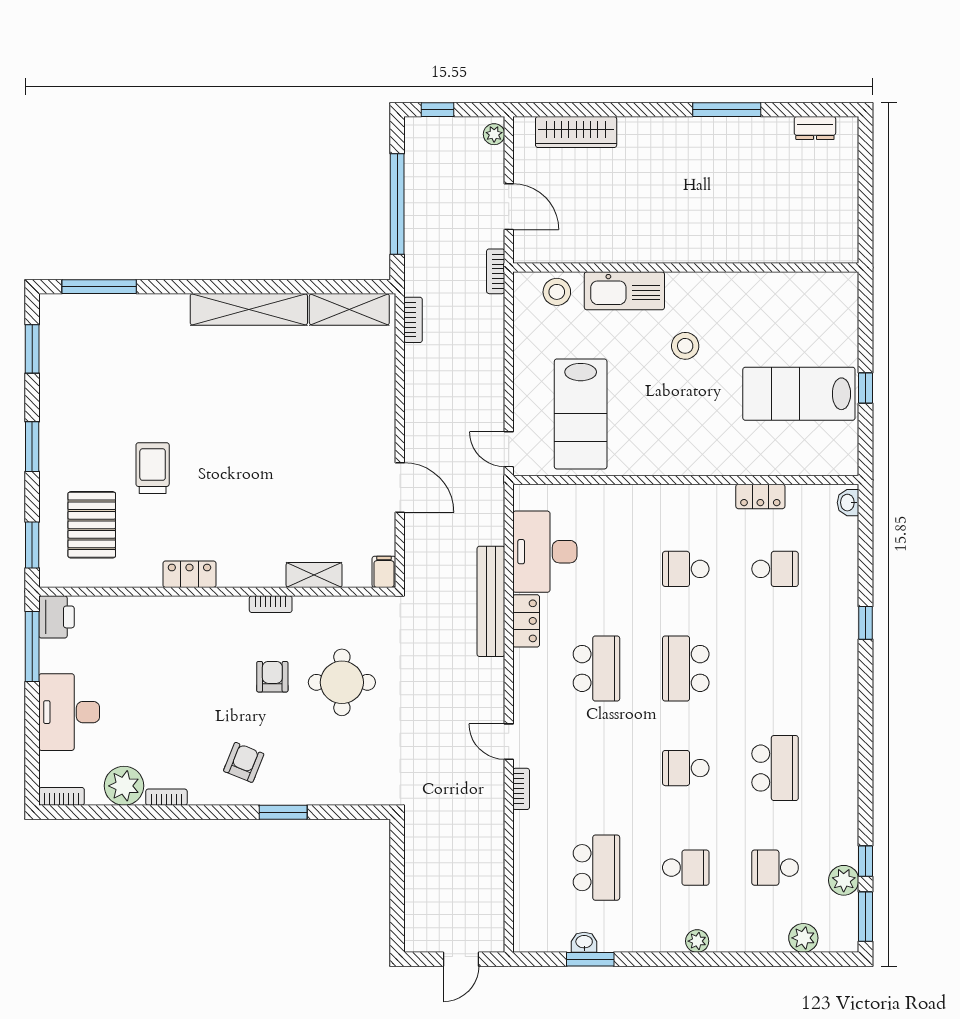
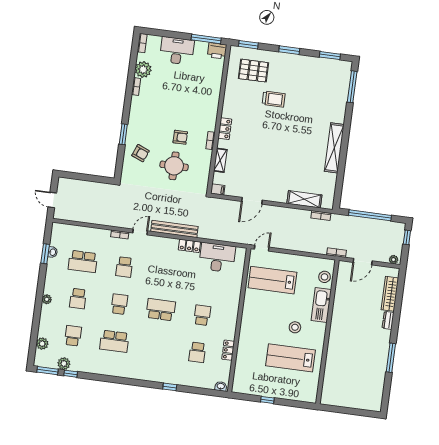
dresser: (815, 128) -> (388, 320), moved
shelving: (349, 309) -> (304, 199), moved, turned 90
lab bench: (799, 394) -> (290, 358), moved, turned -90
locker: (189, 574) -> (225, 129), moved
bench: (491, 601) -> (174, 229), moved
school desk: (596, 668) -> (124, 267), moved, width x0.54
armchair: (244, 762) -> (140, 153), moved

